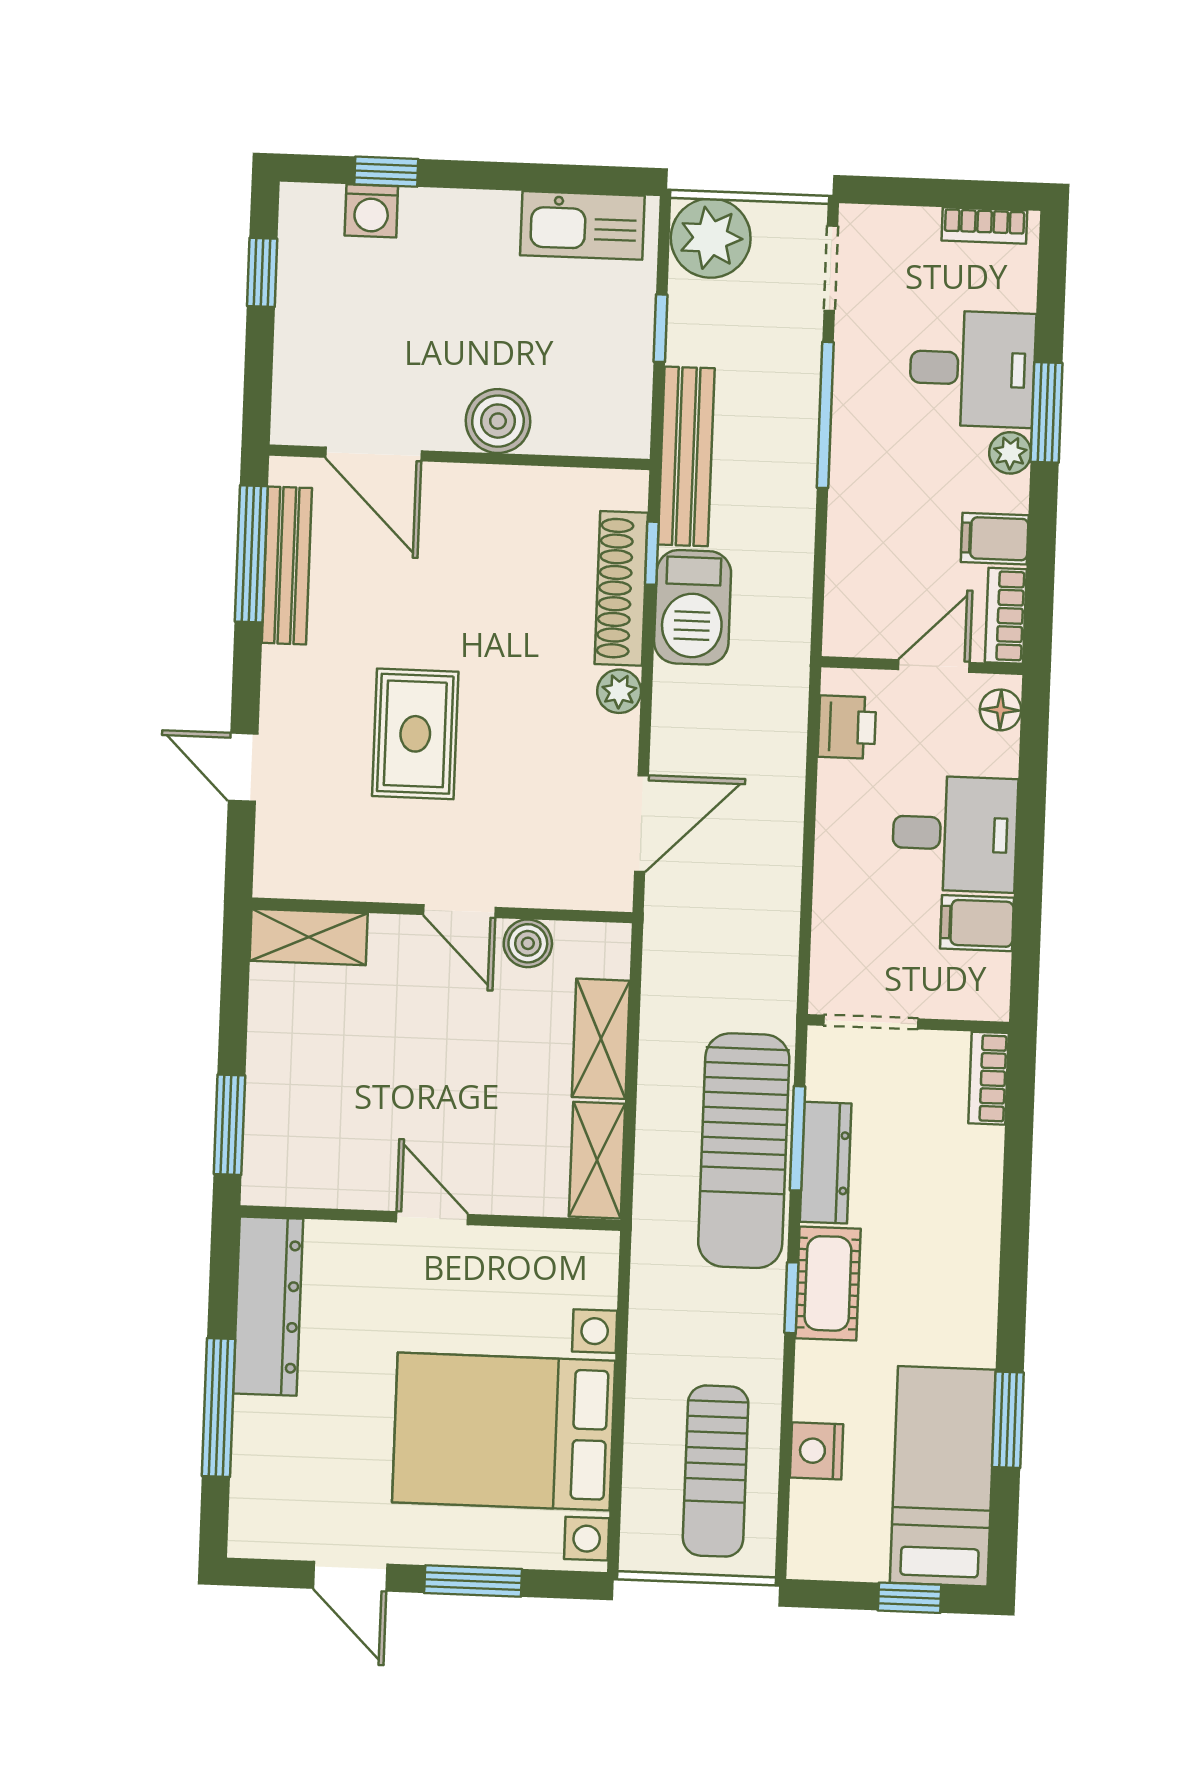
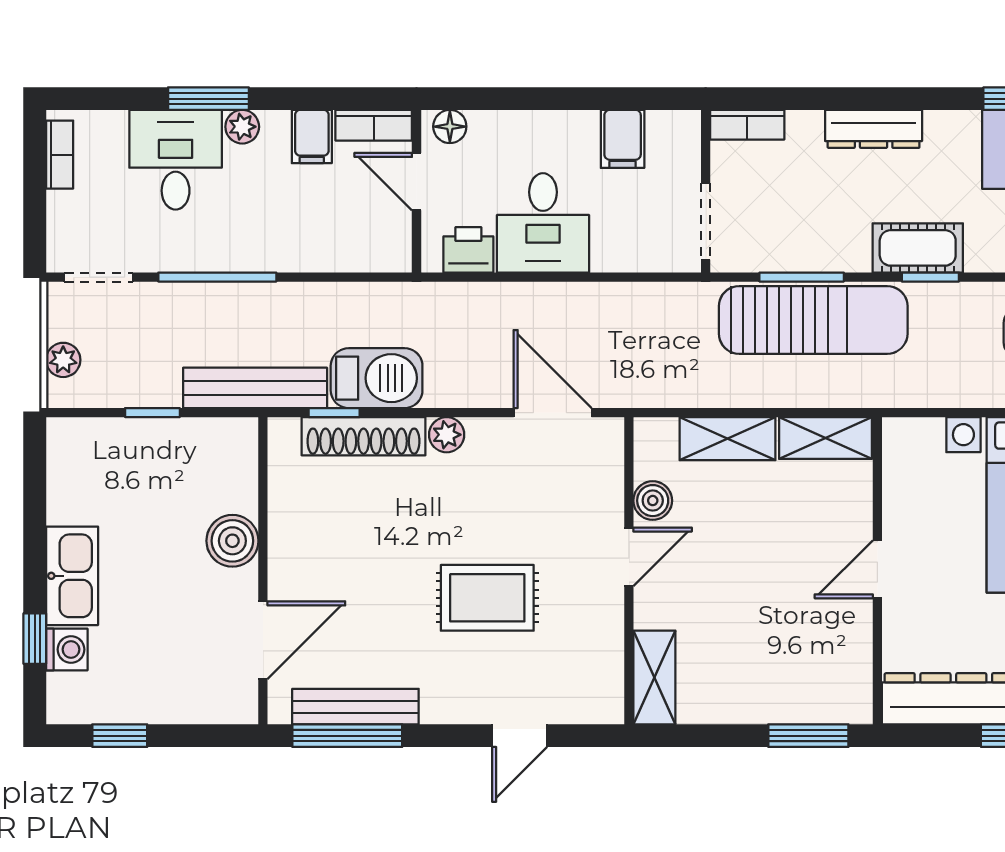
kitchen sink: (582, 225) -> (72, 576), moved
plant: (711, 238) -> (63, 360), width x0.53, depth x0.53
desk: (955, 834) -> (543, 223), moved, turned 180
dresser: (826, 1163) -> (874, 129), moved, turned 180

